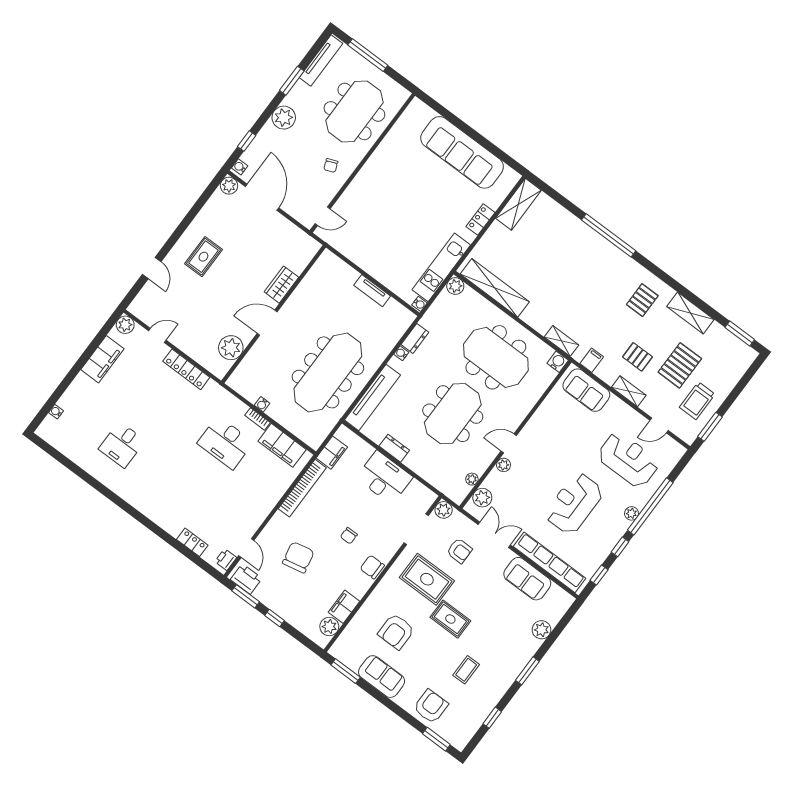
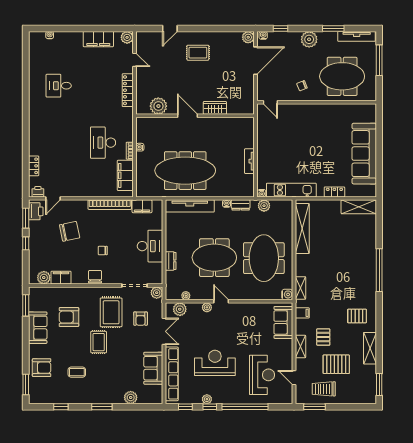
plant: (455, 286) -> (264, 206), moved
dresser: (394, 448) -> (171, 261), moved
plant: (631, 513) -> (207, 399), moved

